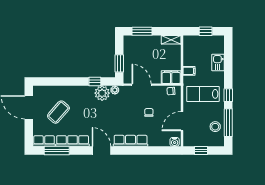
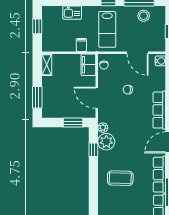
door: (142, 85) -> (97, 98), hinge flipped
coffee table: (58, 112) -> (120, 178), moved, turned -40

